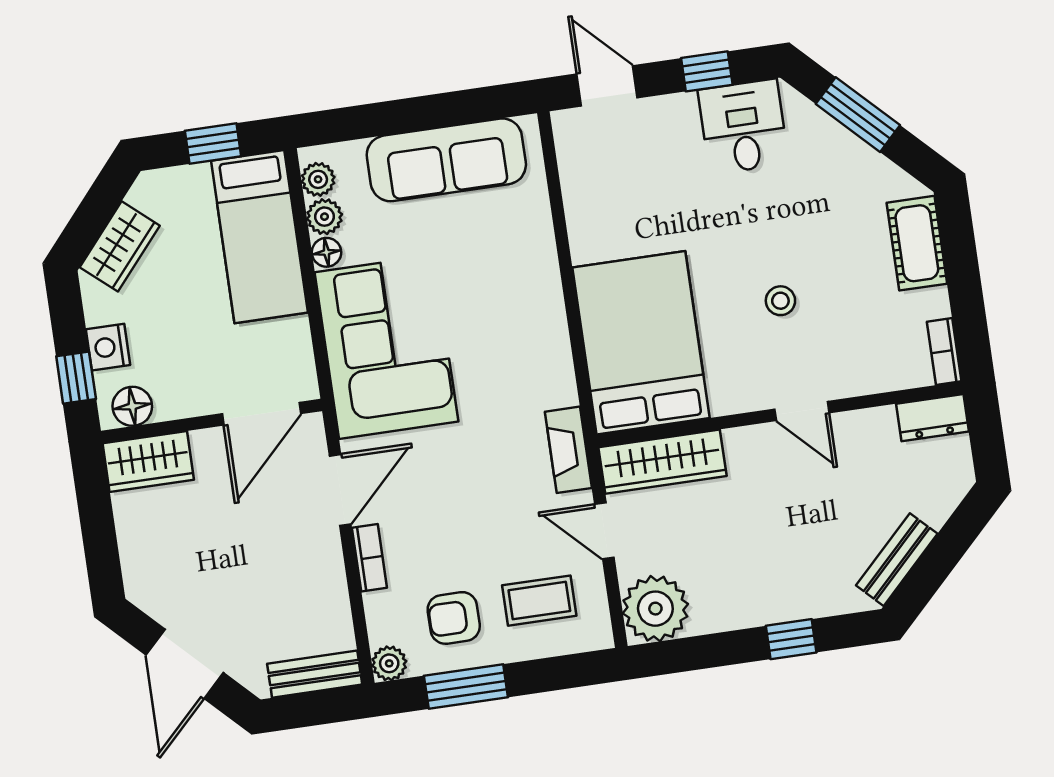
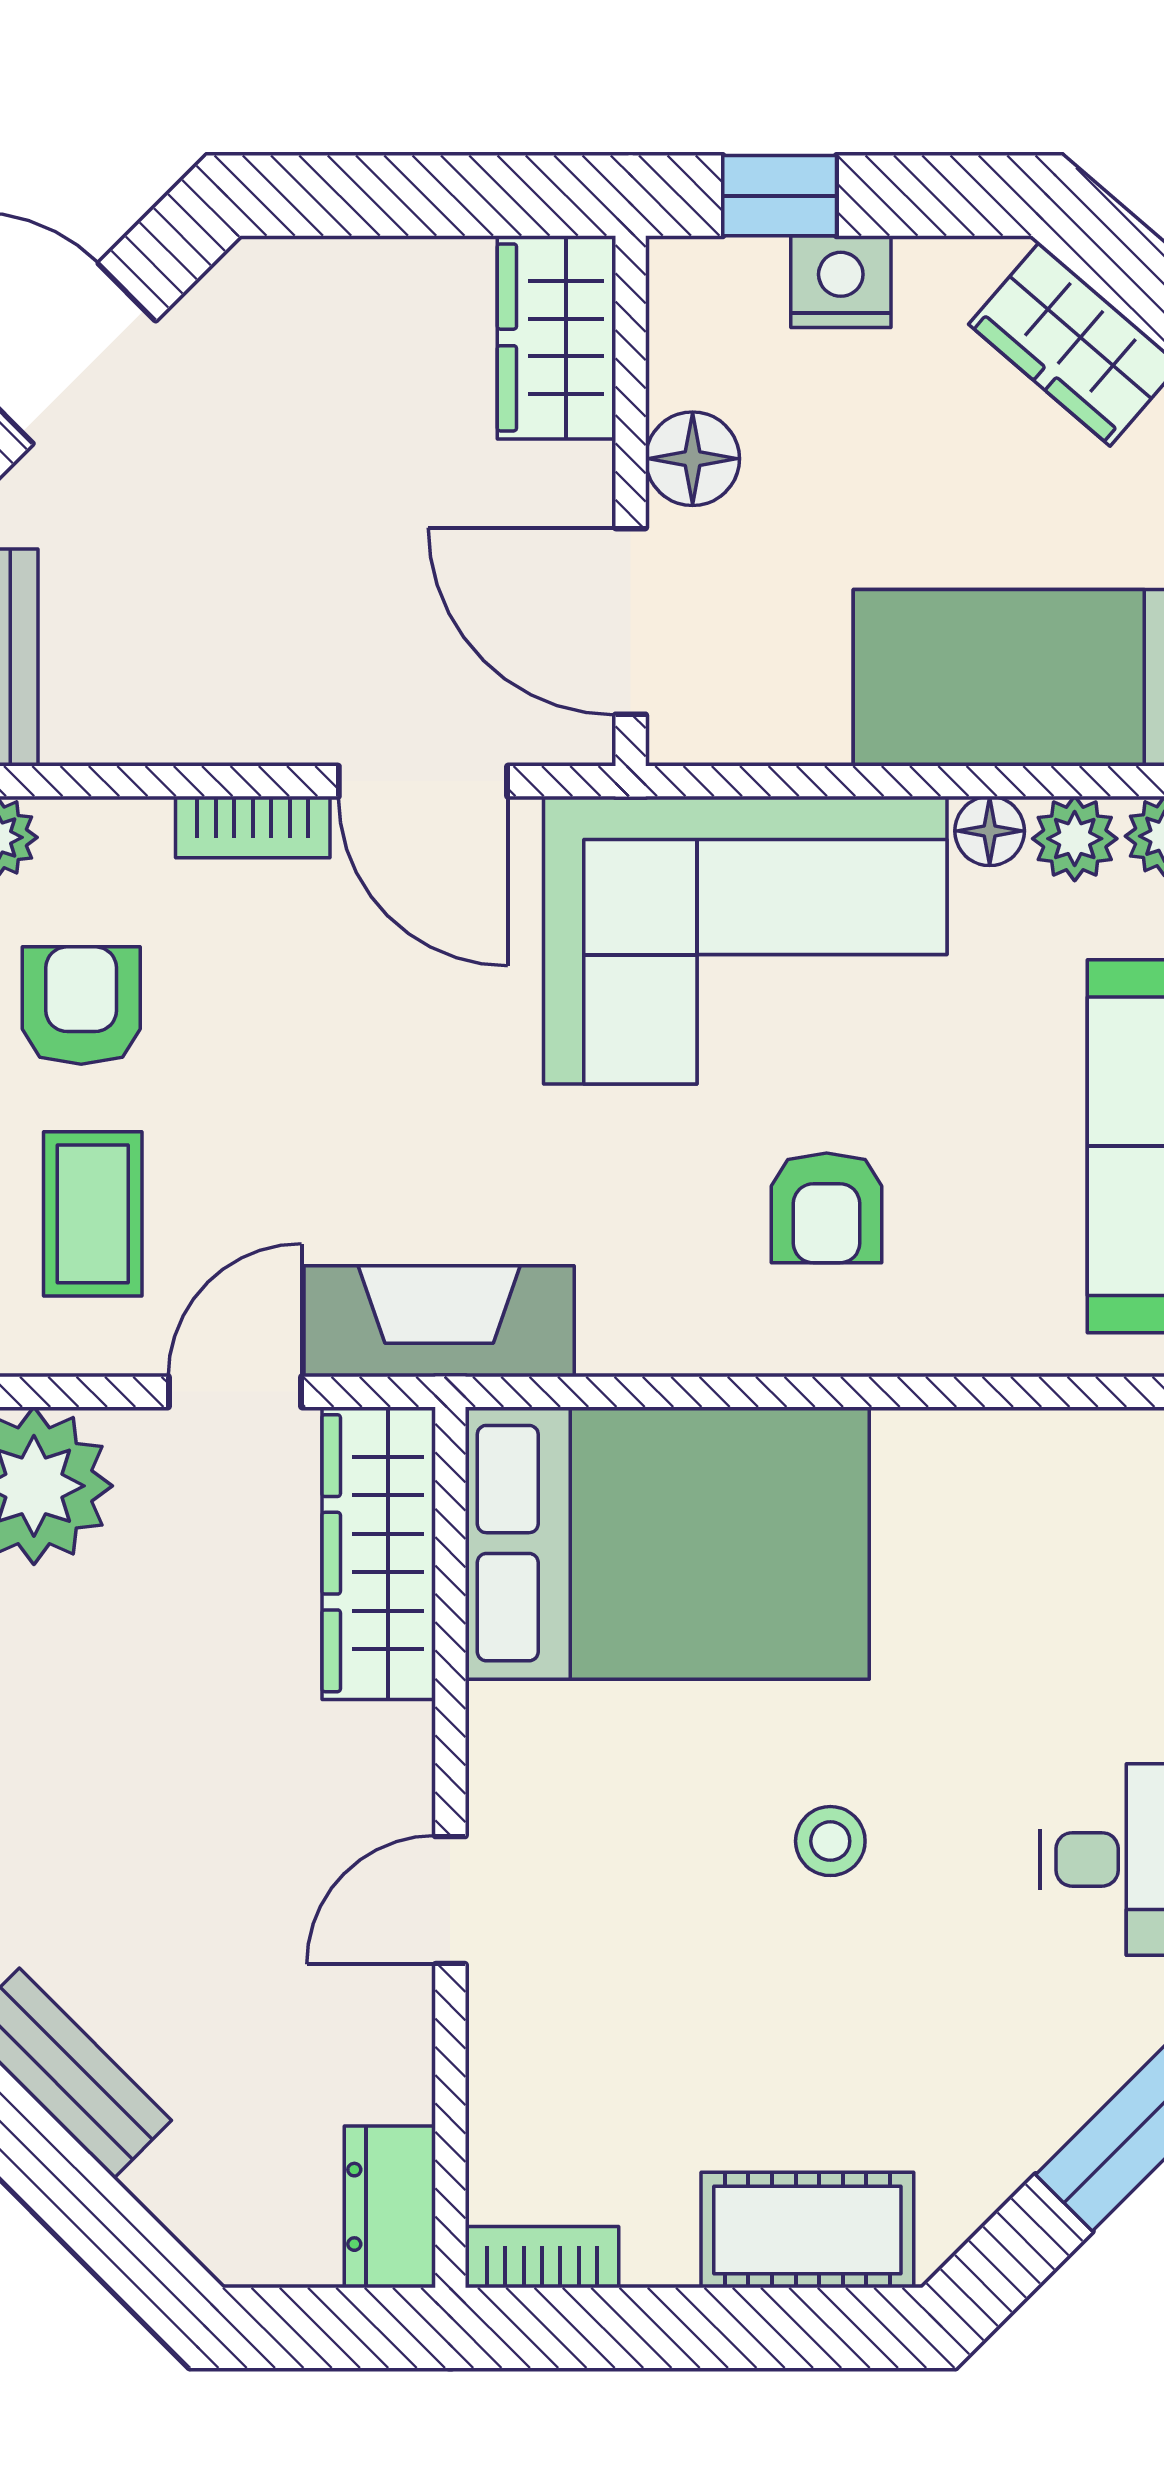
armchair: (492, 297) -> (827, 1208), added
stool: (780, 301) -> (830, 1841), moved
floor lamp: (132, 406) -> (693, 459), moved
fireplace: (568, 450) -> (439, 1321), width x1.37, depth x1.32

